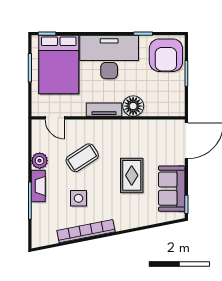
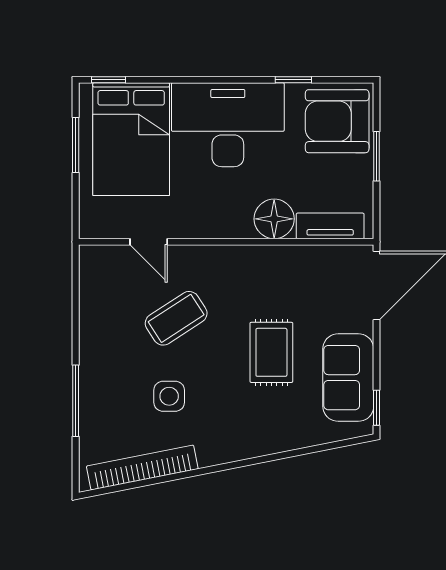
armchair: (166, 55) -> (337, 121), turned 90
tv unit: (104, 110) -> (330, 226), moved
door: (55, 118) -> (149, 242), moved
plant: (40, 161) -> (94, 324), removed
fireplace: (38, 186) -> (92, 372), removed
bookcase: (86, 231) -> (142, 467), moved

